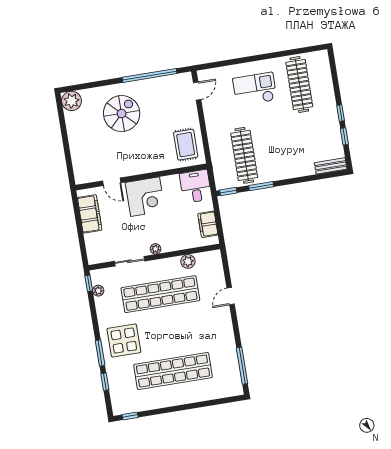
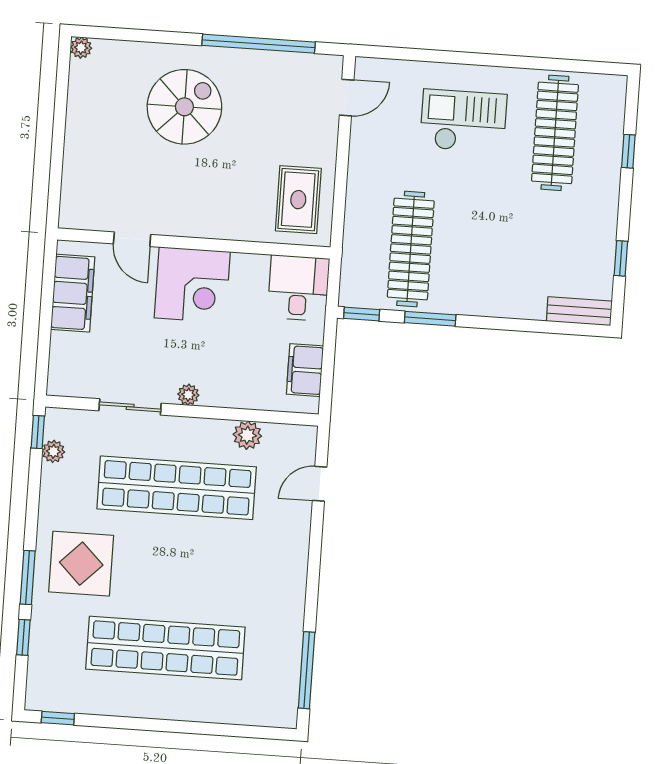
plant: (71, 101) -> (81, 48), width x0.53, depth x0.53
window: (341, 113) -> (628, 151), moved
door: (231, 296) -> (320, 484), moved

